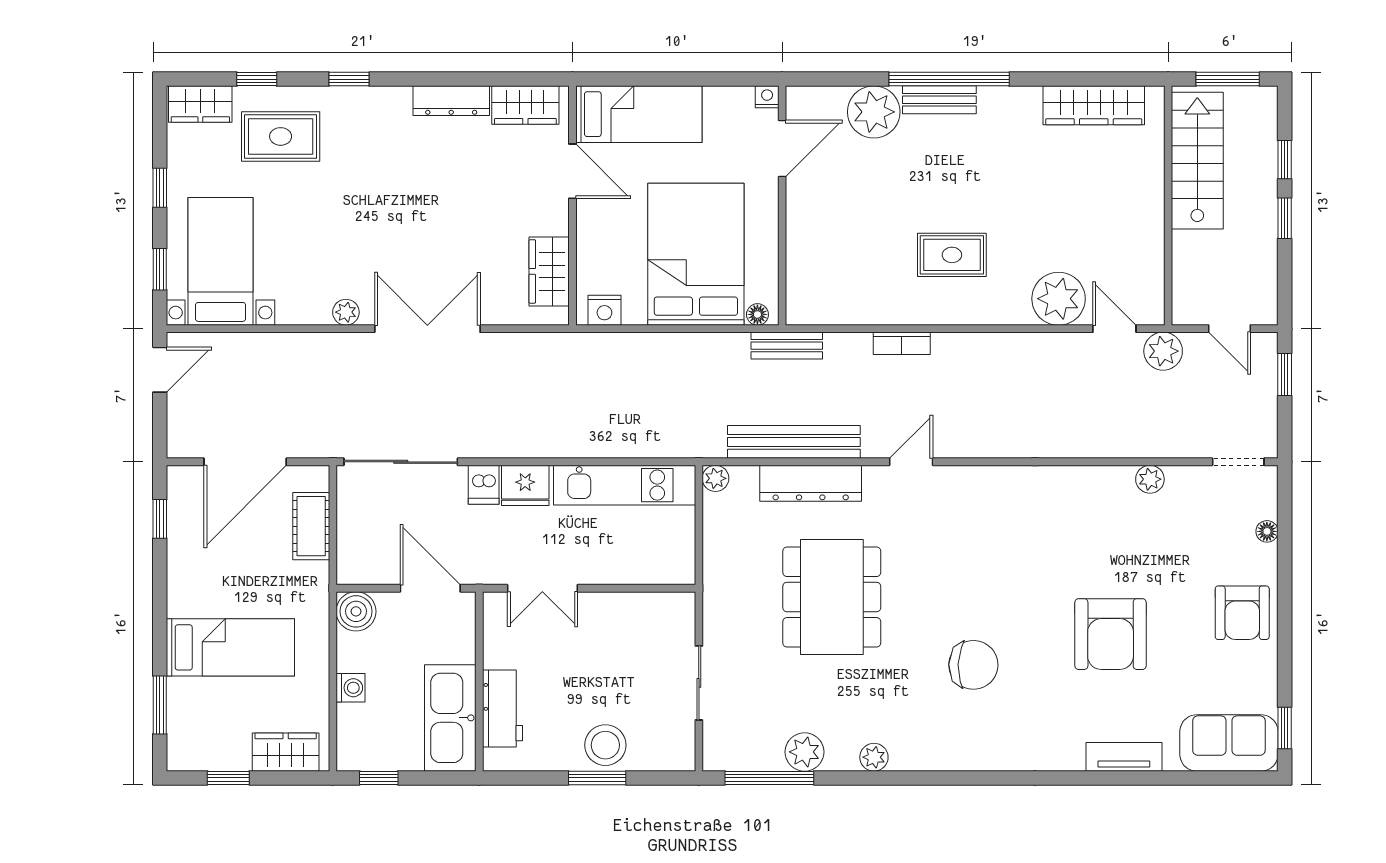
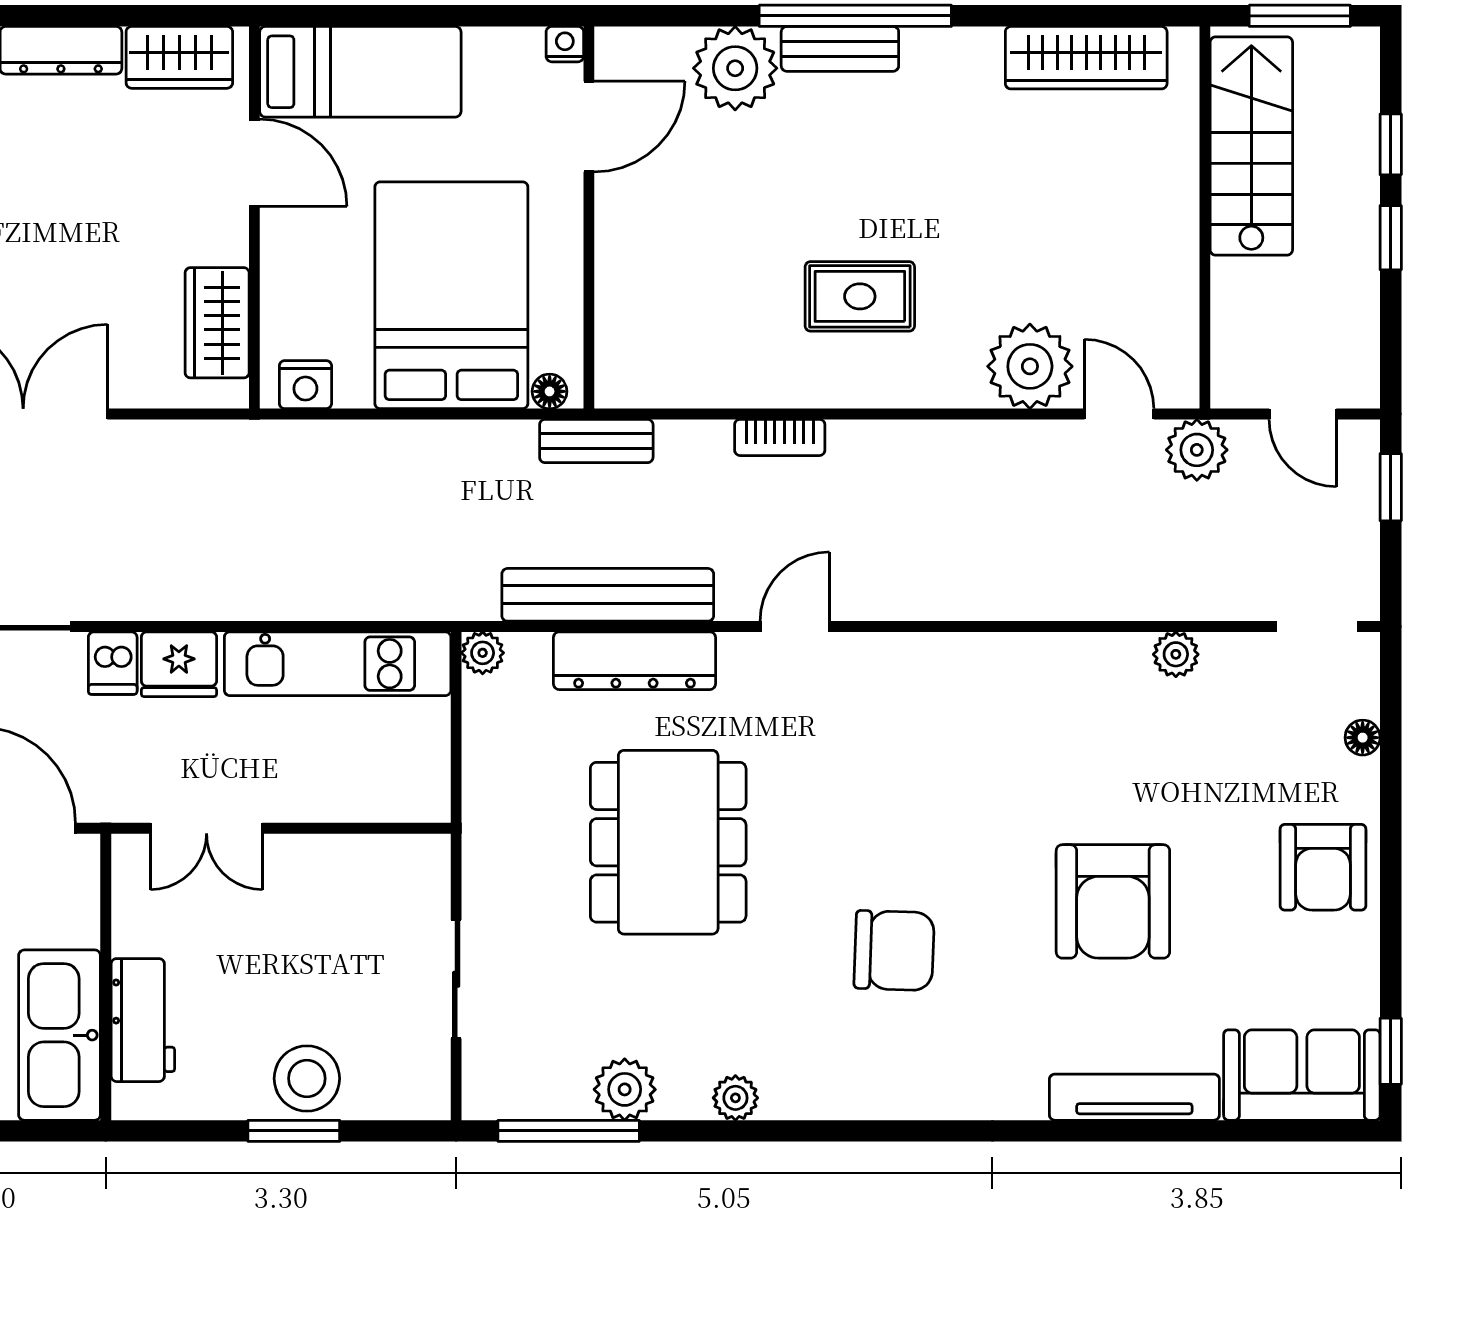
tv unit: (1124, 757) -> (1134, 1097), width x1.41

